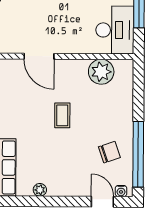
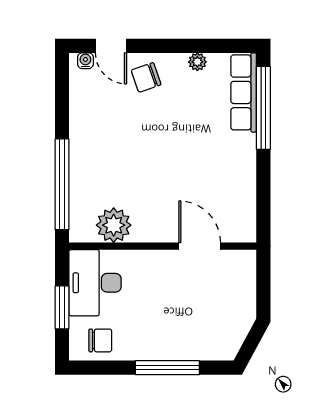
coffee table: (62, 115) -> (167, 165), removed
chair: (109, 152) -> (146, 77), moved
window: (138, 154) -> (62, 184), moved

